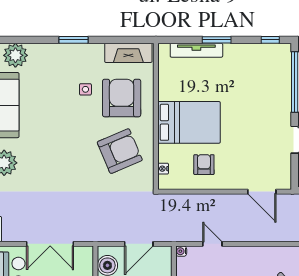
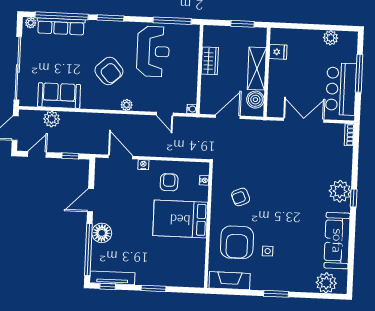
tv unit: (196, 50) -> (112, 278), moved
floor lamp: (280, 102) -> (102, 233), added
armchair: (120, 151) -> (241, 197), width x0.53, depth x0.53
armchair: (204, 165) -> (169, 182), turned 180
nightstand: (235, 184) -> (143, 165), added
plant: (257, 253) -> (127, 105), added

